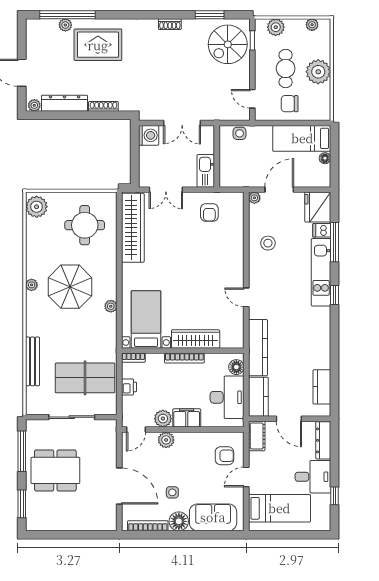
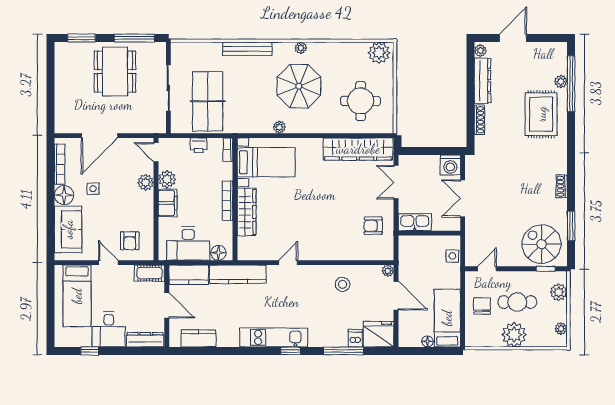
kitchen unit: (321, 272) -> (274, 337), moved
bench: (33, 361) -> (247, 49), moved
door: (289, 419) -> (167, 305), swing flipped

